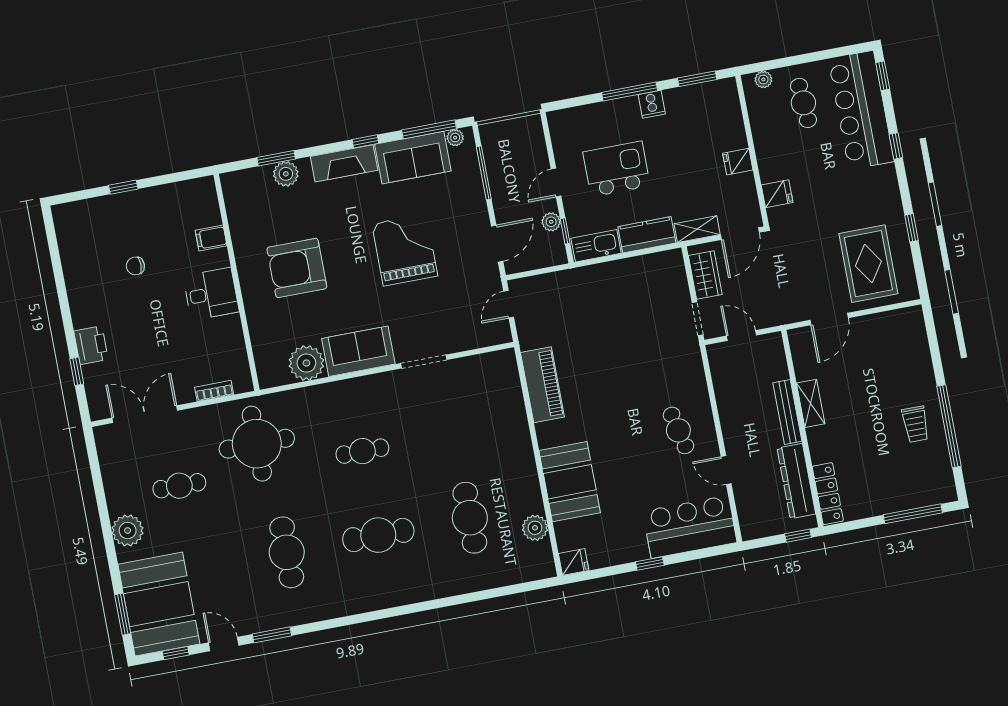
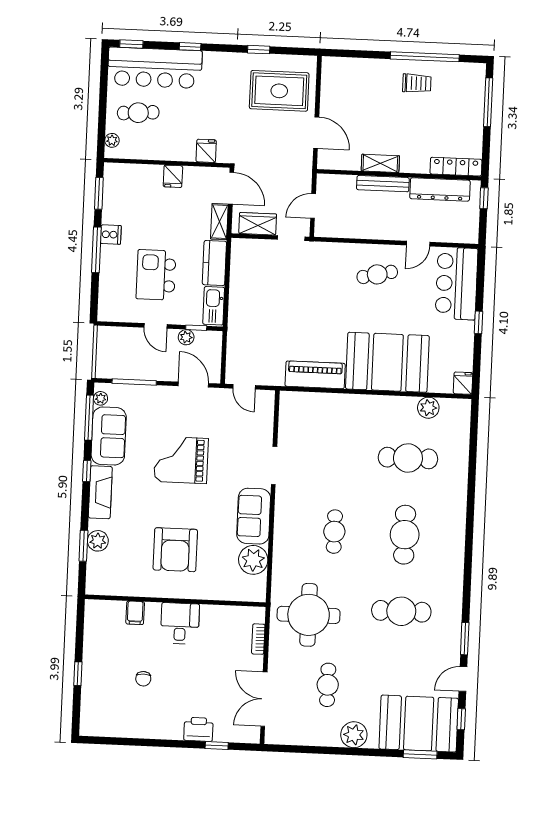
booth: (570, 482) -> (387, 362), width x1.36, depth x1.42

